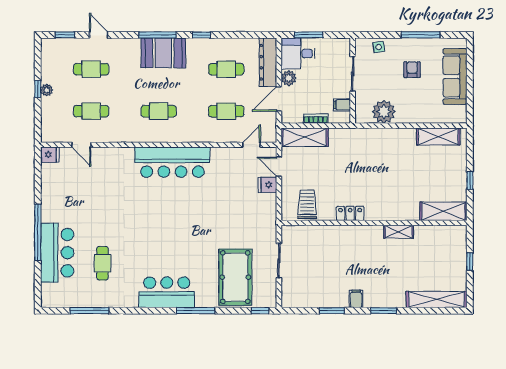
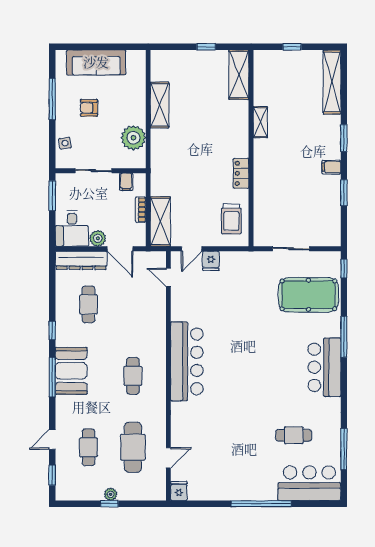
window: (309, 35) -> (52, 196), moved
cafe table: (91, 111) -> (133, 447), width x1.37, depth x1.35
cafe table: (226, 111) -> (133, 304), removed
shelving: (438, 136) -> (160, 105), moved
trolley: (307, 204) -> (231, 219), turned -90
bar counter: (57, 253) -> (309, 483), moved

